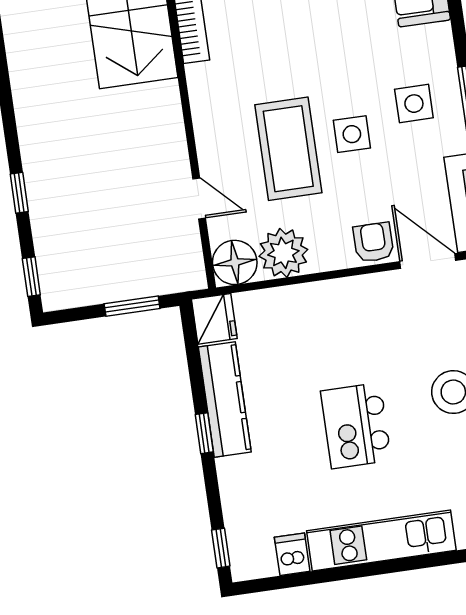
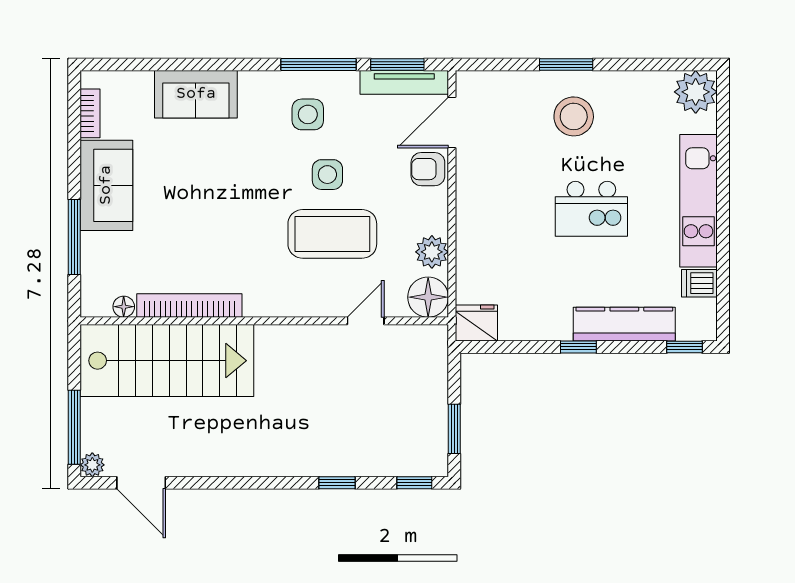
plant: (283, 253) -> (432, 252), width x0.73, depth x0.73
window: (132, 306) -> (454, 429), moved
kitchen counter: (225, 399) -> (624, 324), moved

